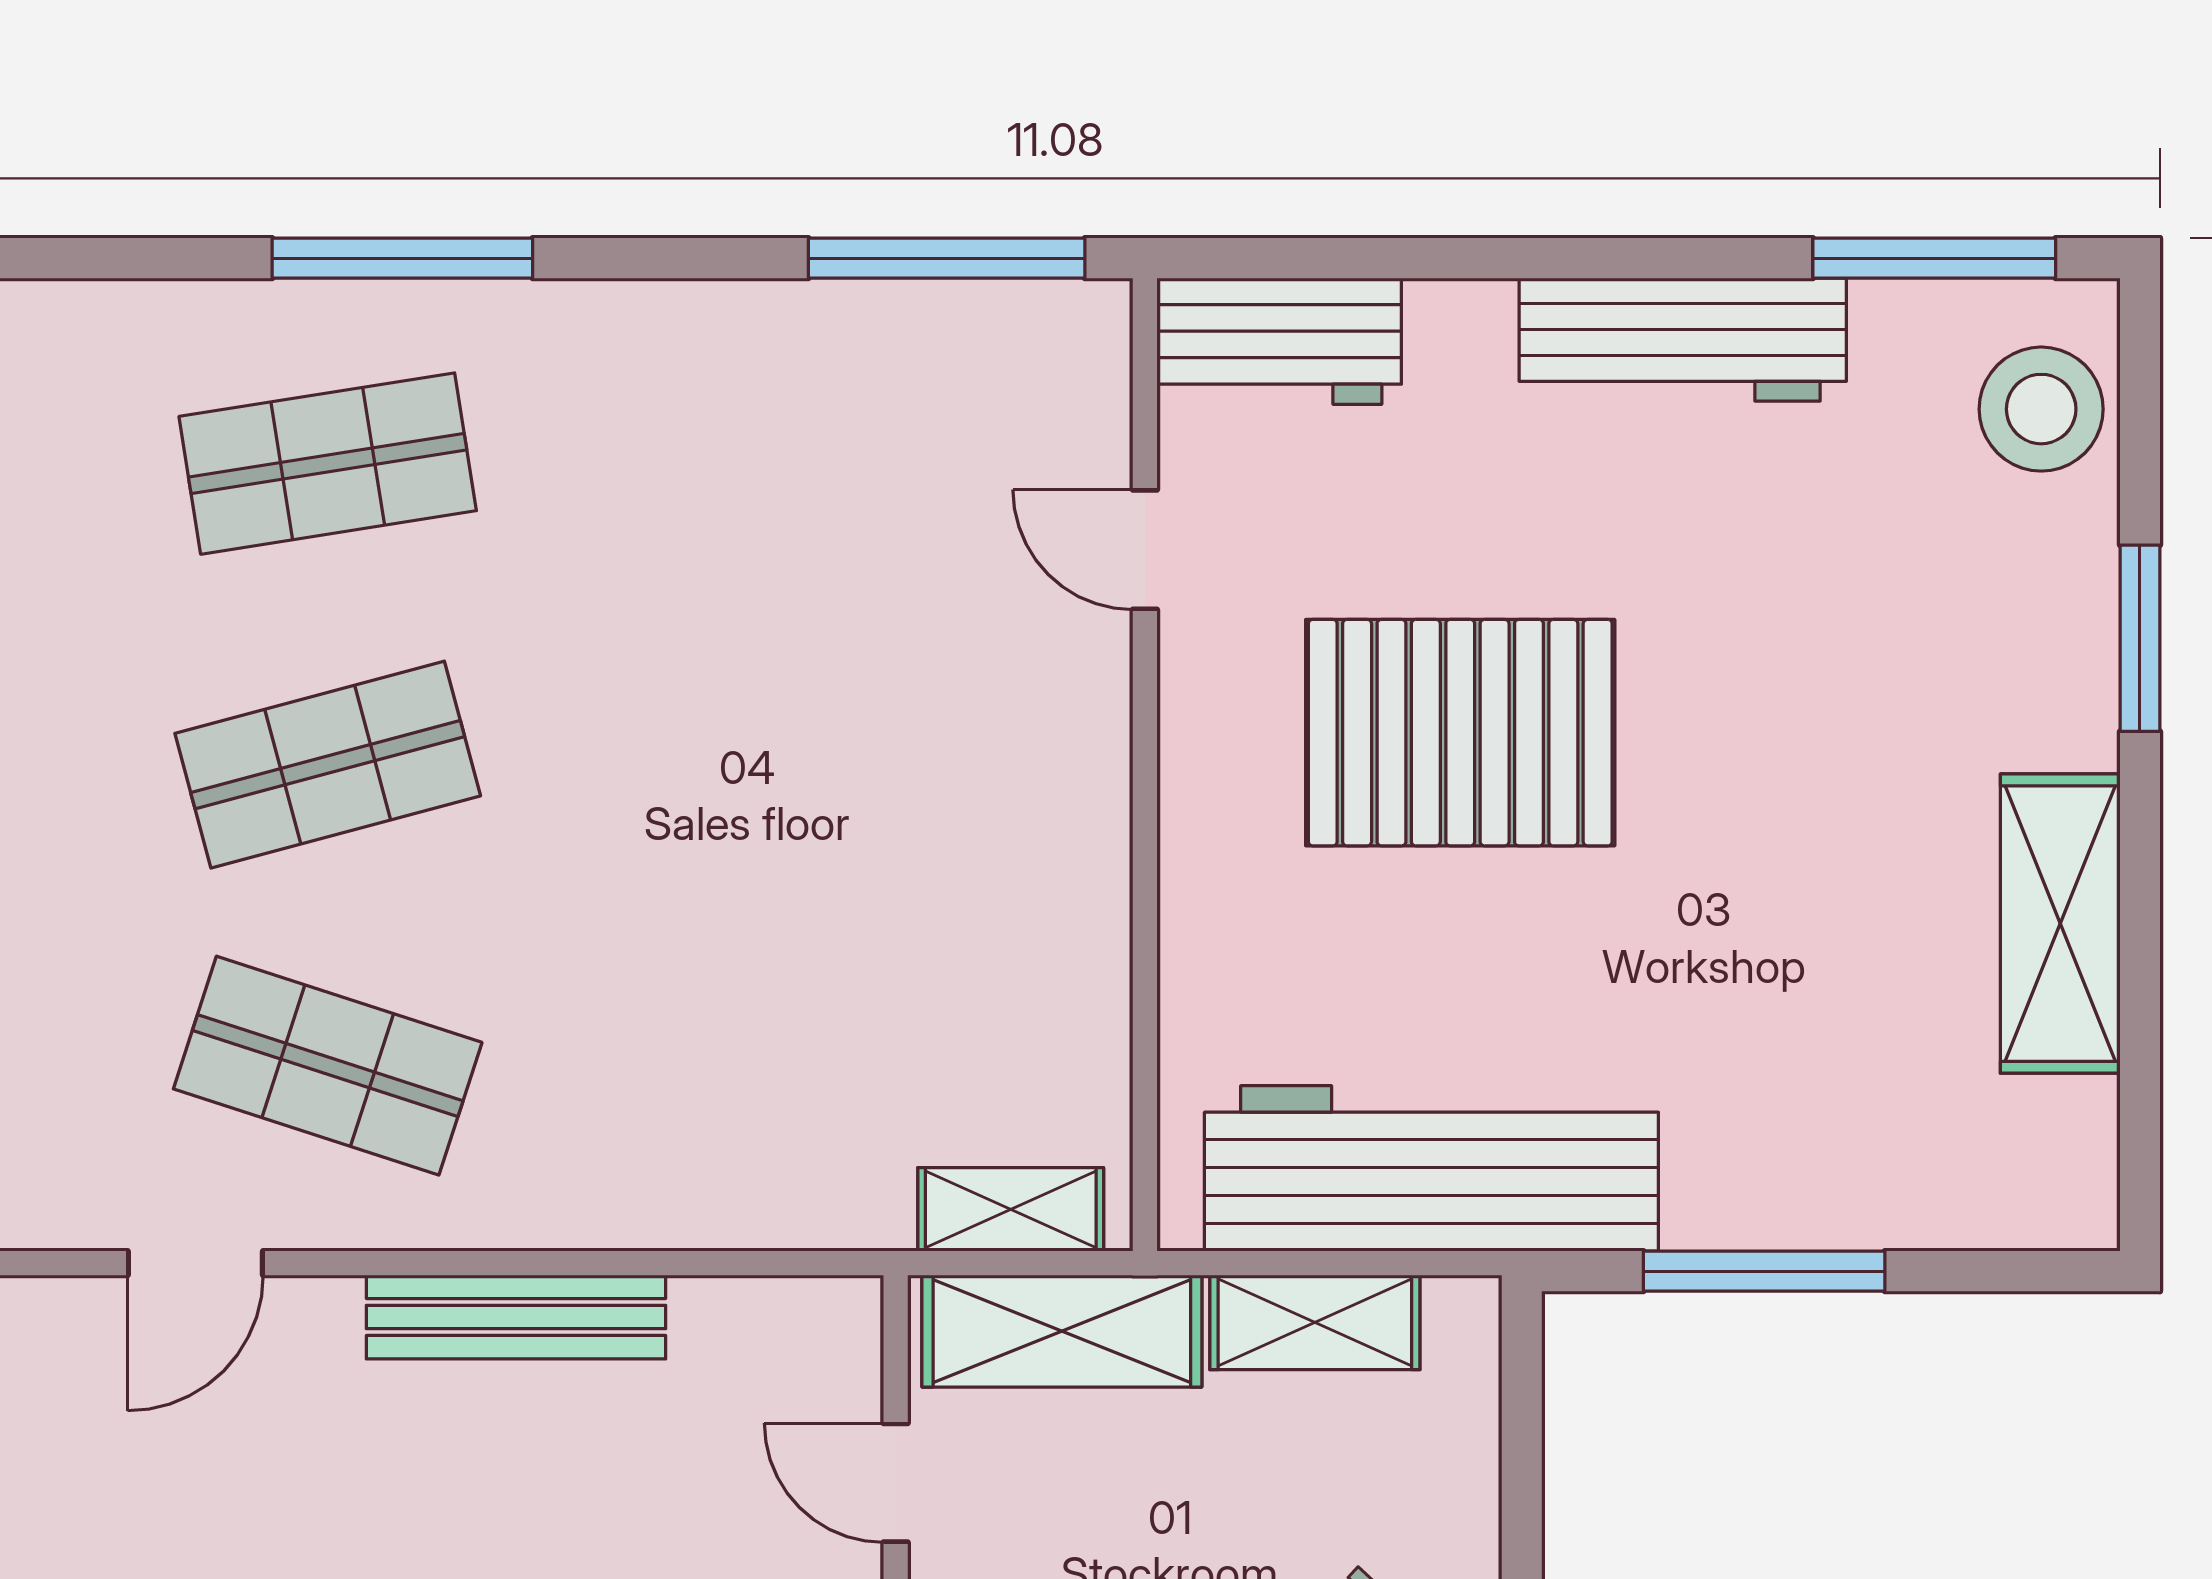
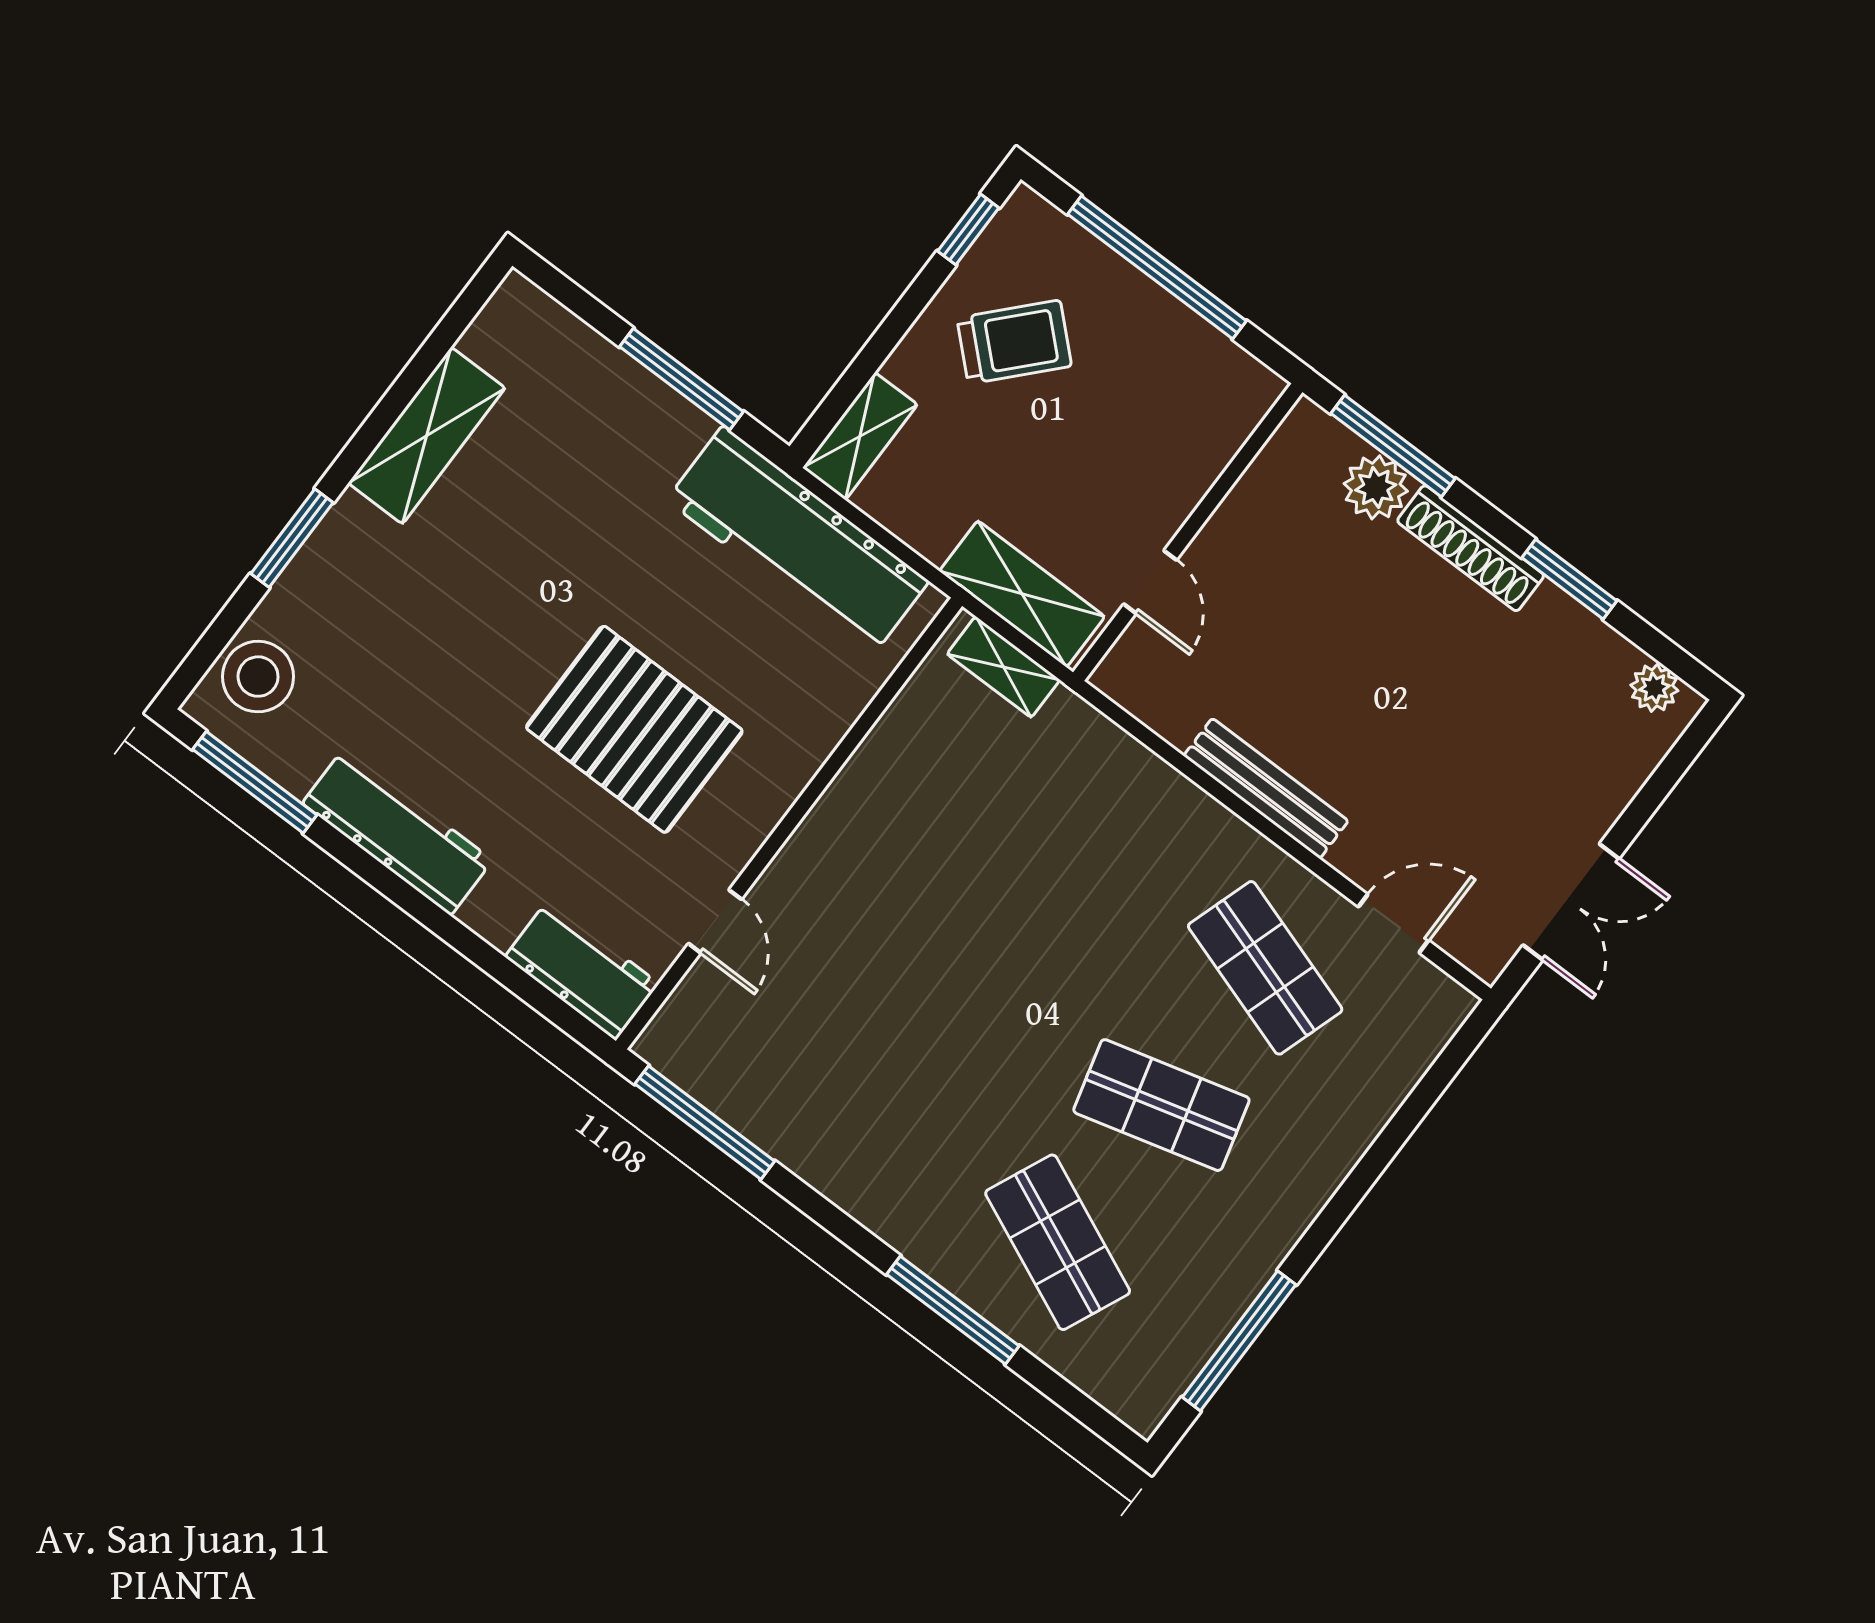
shop shelf: (328, 464) -> (1058, 1242), turned 33
shelving: (1315, 1322) -> (860, 436), moved, turned 90

